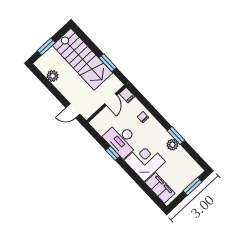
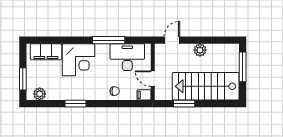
window: (46, 47) -> (243, 67), width x1.44
plant: (53, 76) -> (200, 50), moved
desk: (121, 140) -> (127, 57), moved
plant: (172, 145) -> (40, 94), moved
window: (113, 153) -> (109, 40), width x2.17

